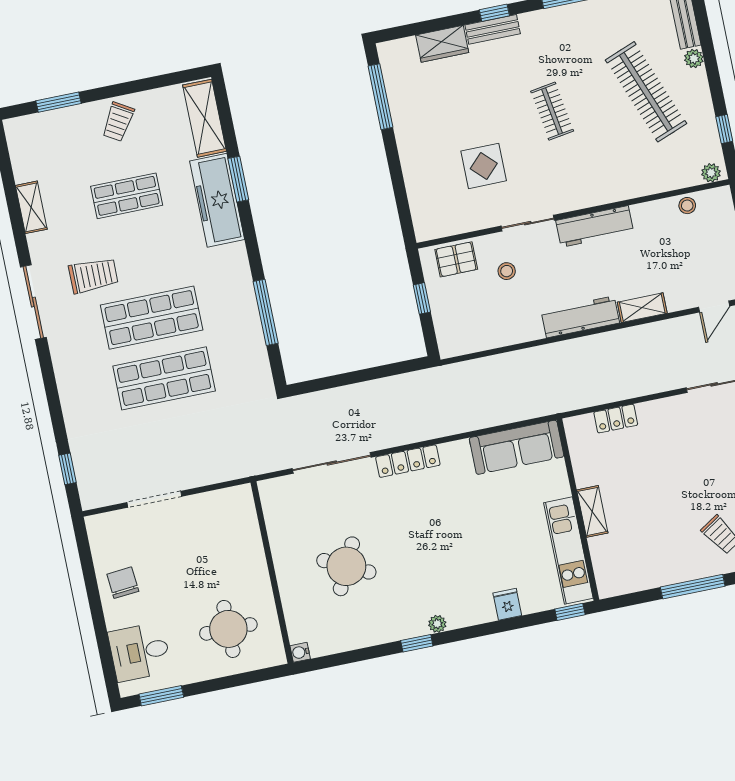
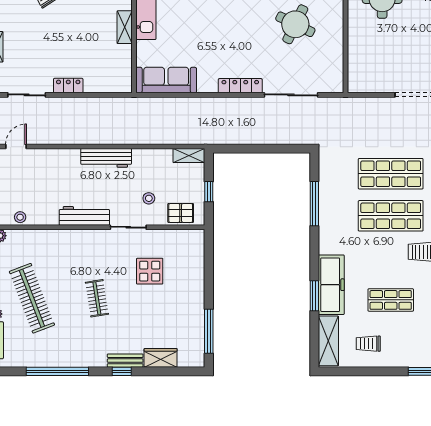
trolley: (118, 122) -> (368, 344), moved, turned -121
shelving: (642, 308) -> (189, 156), moved
locker: (616, 419) -> (68, 86), moved

